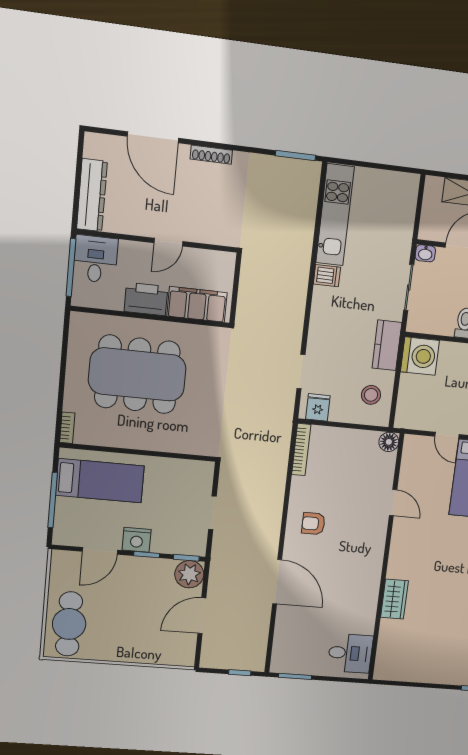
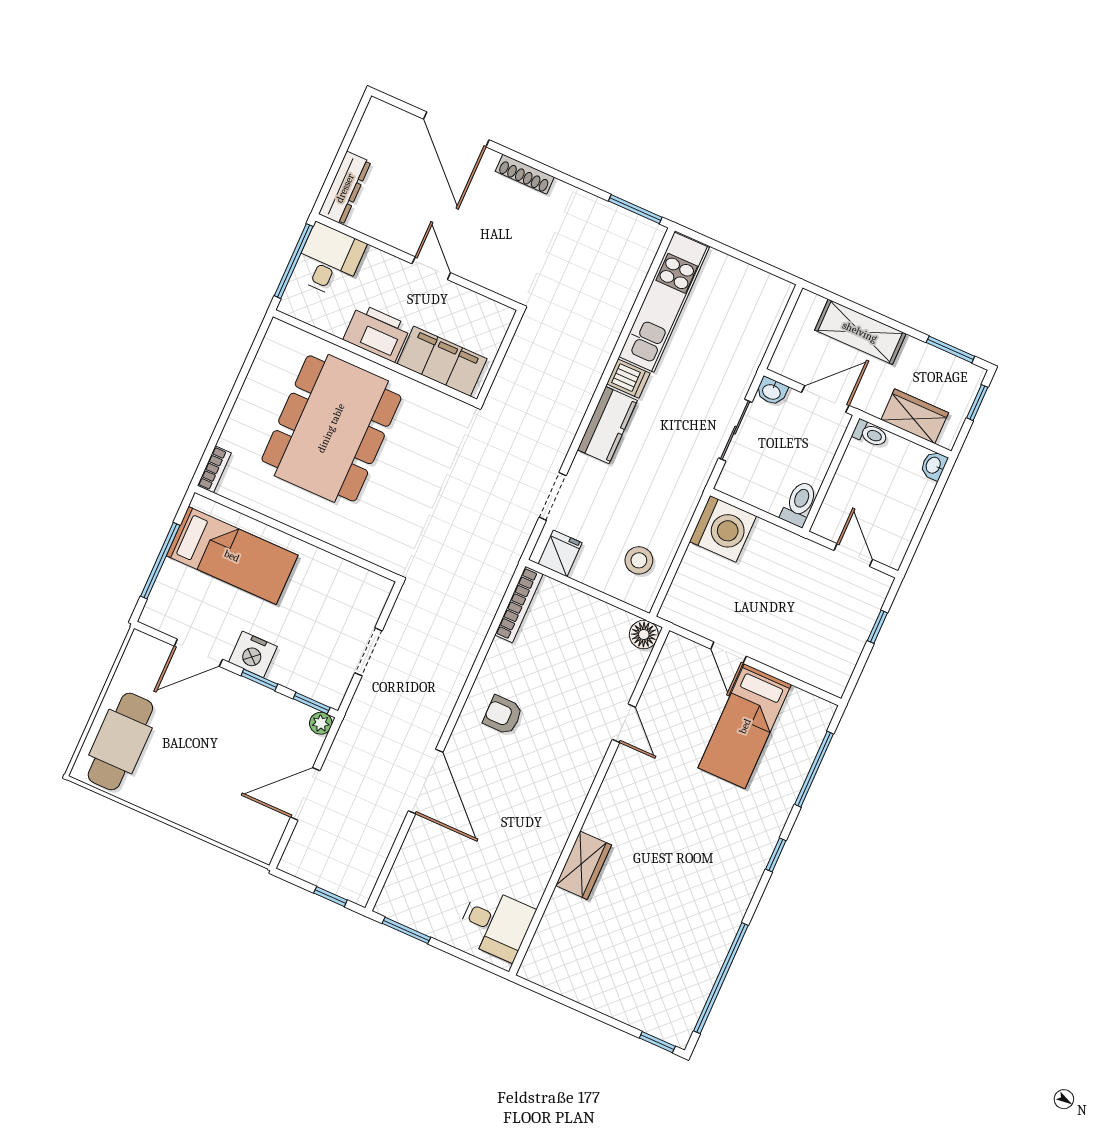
dresser: (92, 195) -> (345, 188), width x0.73, depth x0.80
door: (168, 242) -> (431, 268), swing flipped
kitchen counter: (387, 345) -> (607, 425), moved, turned 180
dining table: (137, 374) -> (331, 428), turned 90
plant: (189, 574) -> (321, 723), width x0.53, depth x0.53

